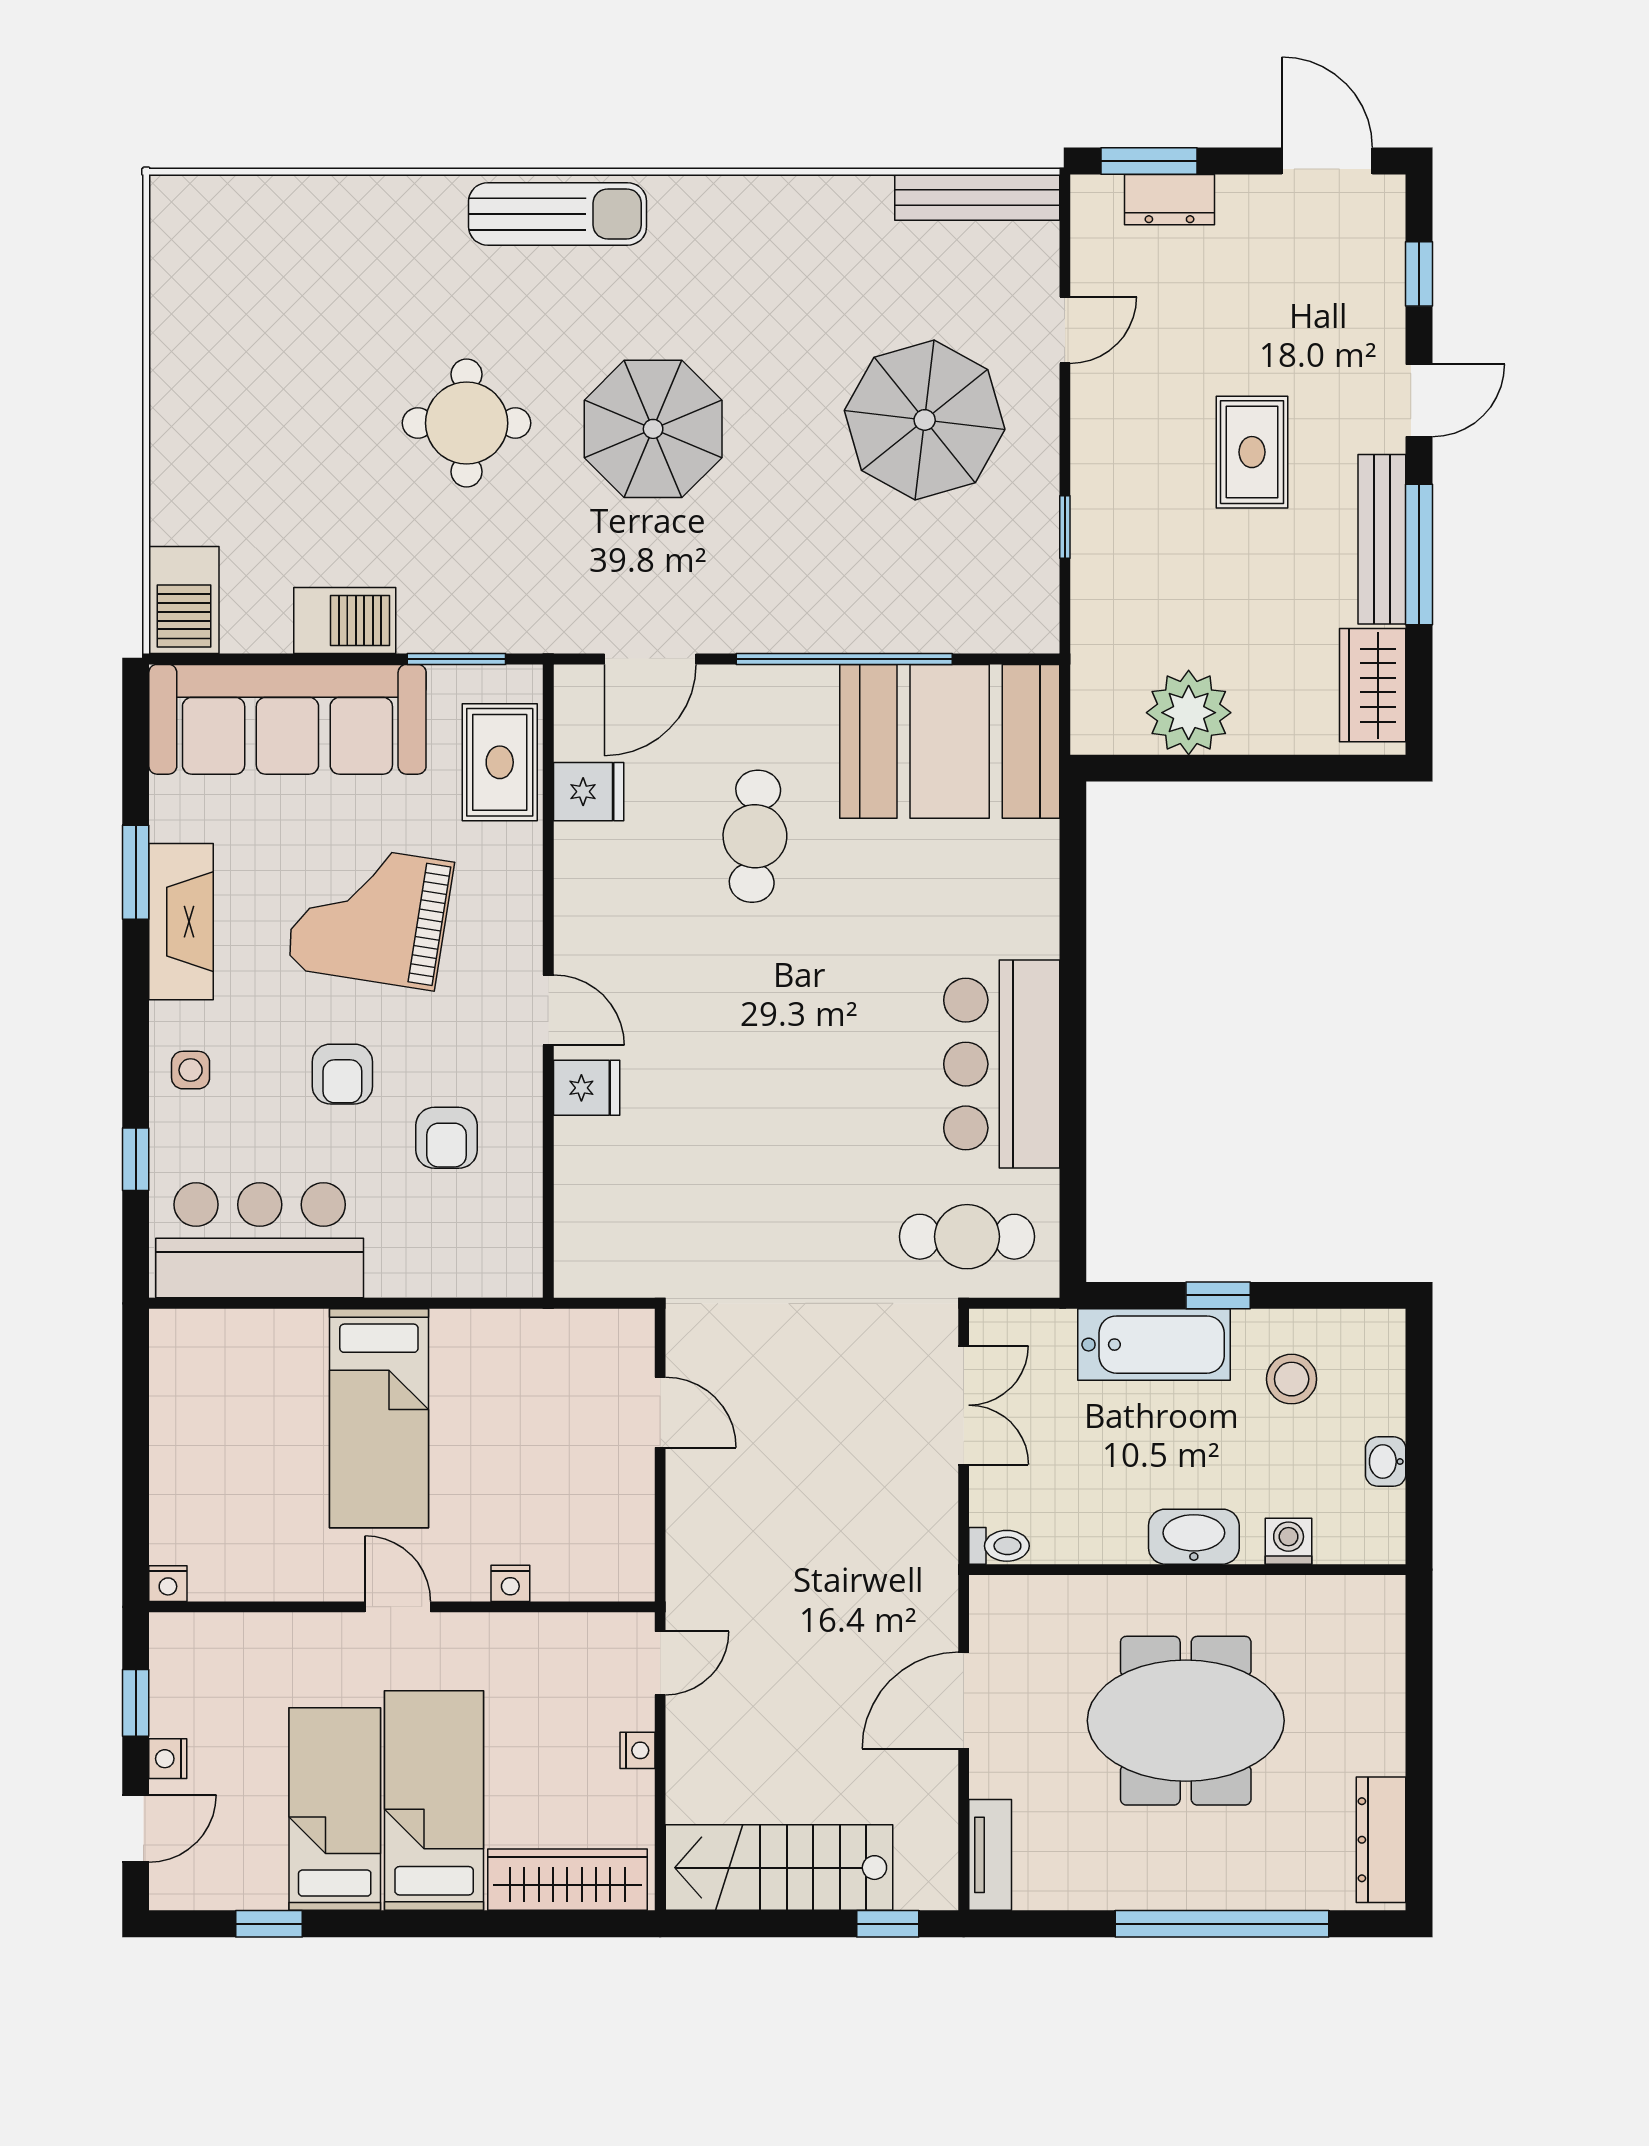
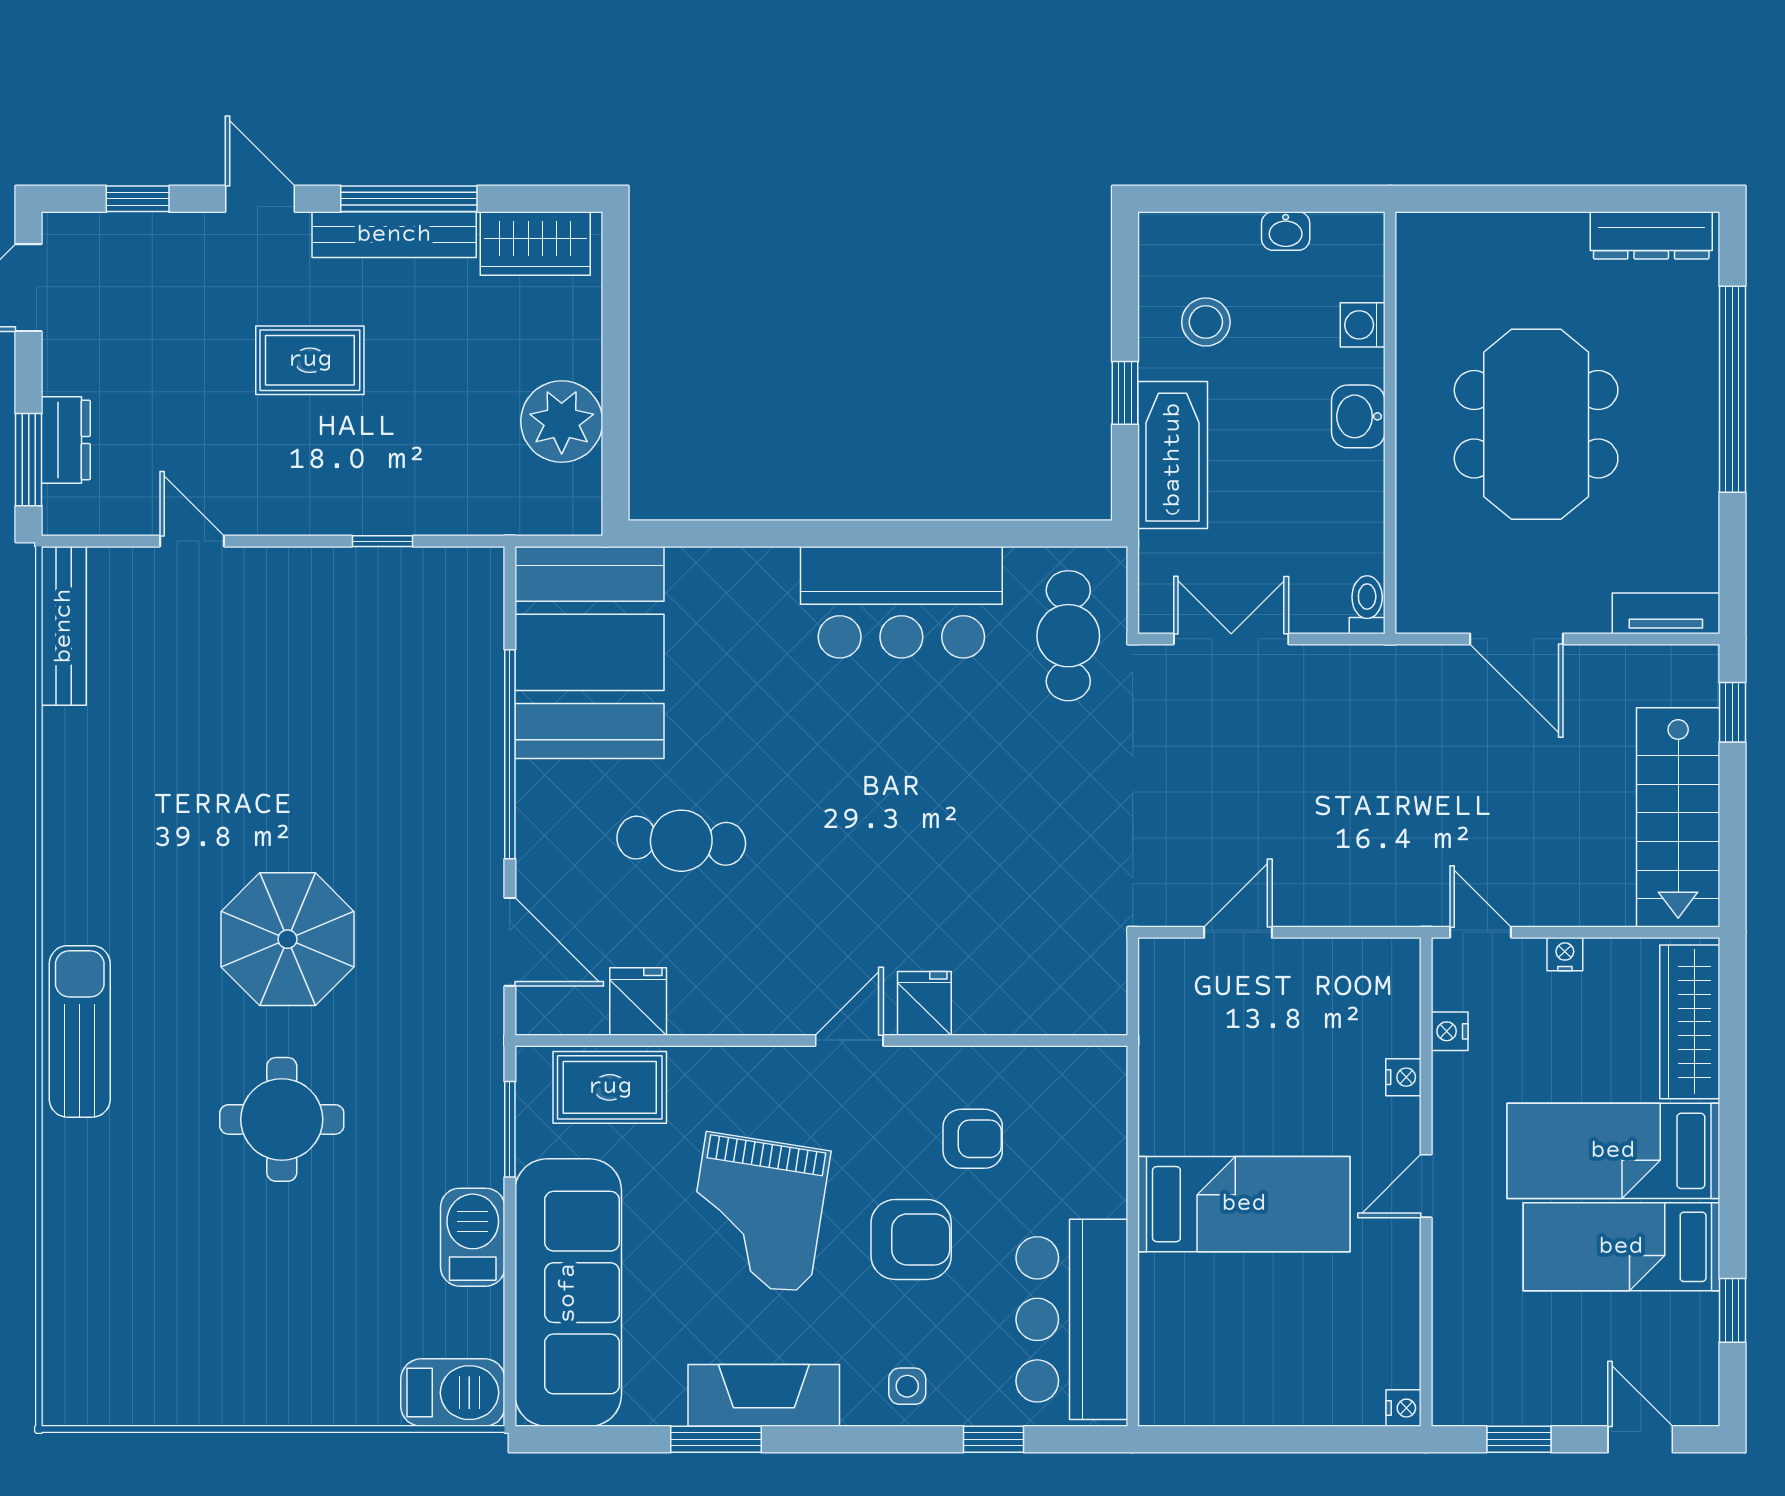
parasol: (925, 420) -> (279, 677), removed
armchair: (342, 1074) -> (911, 1239), width x1.38, depth x1.38
washbasin: (1194, 1537) -> (1358, 416), width x0.72
nightstand: (168, 1759) -> (1450, 1031), moved, turned 90

